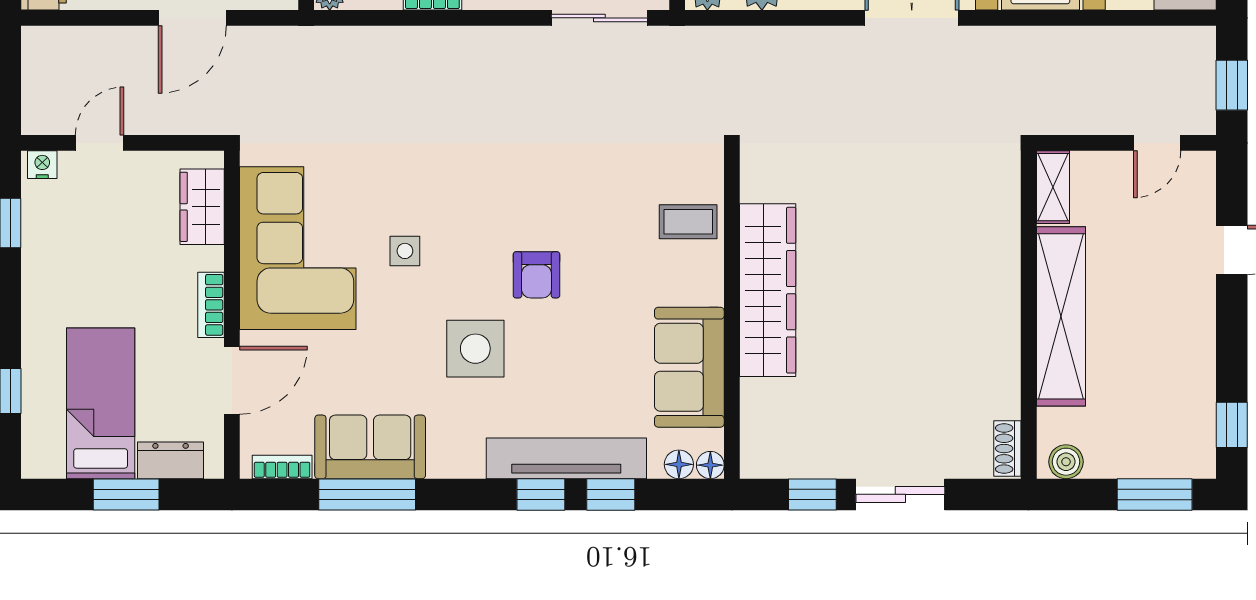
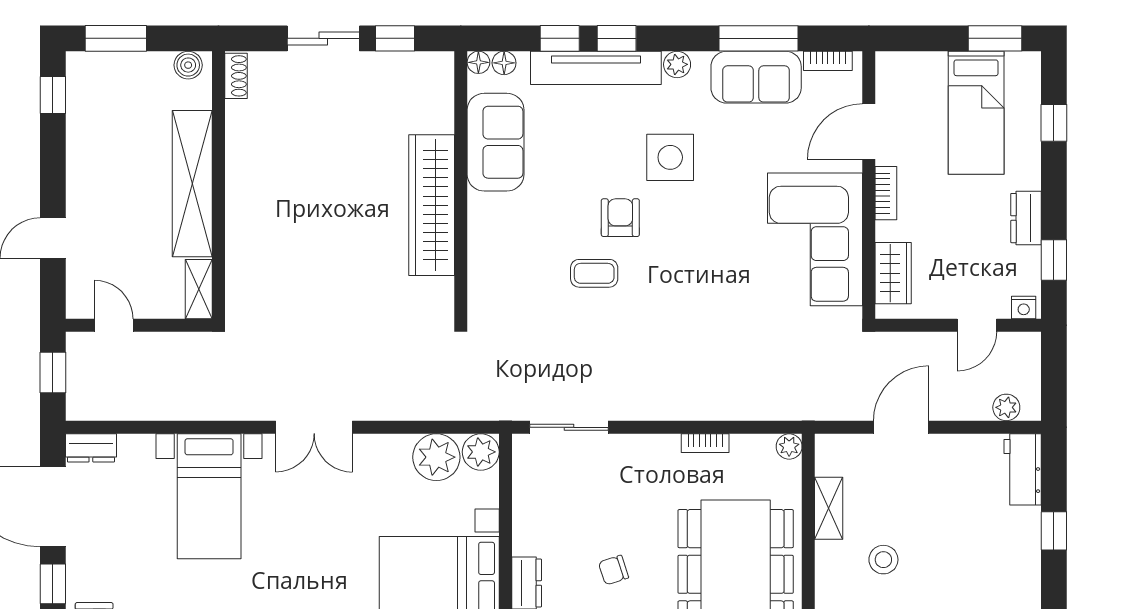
plant: (64, 42) -> (1006, 407), added
door: (1157, 143) -> (114, 325), hinge flipped
coffee table: (688, 222) -> (594, 273), moved
side table: (405, 251) -> (728, 237), removed
dresser: (171, 460) -> (1026, 218), moved, turned 90
plant: (467, 462) -> (677, 64), added
window: (126, 494) -> (995, 38), moved

